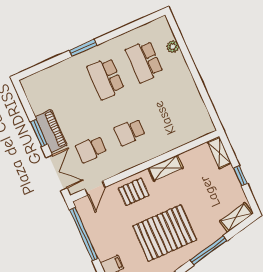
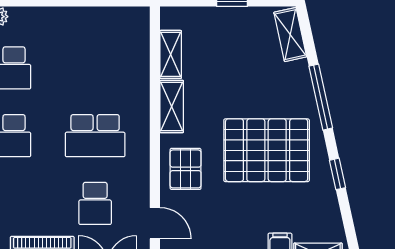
school desk: (130, 132) -> (95, 136), width x1.85
shelving: (219, 152) -> (171, 54), moved, turned 90
pallet: (165, 233) -> (267, 150), turned 90

